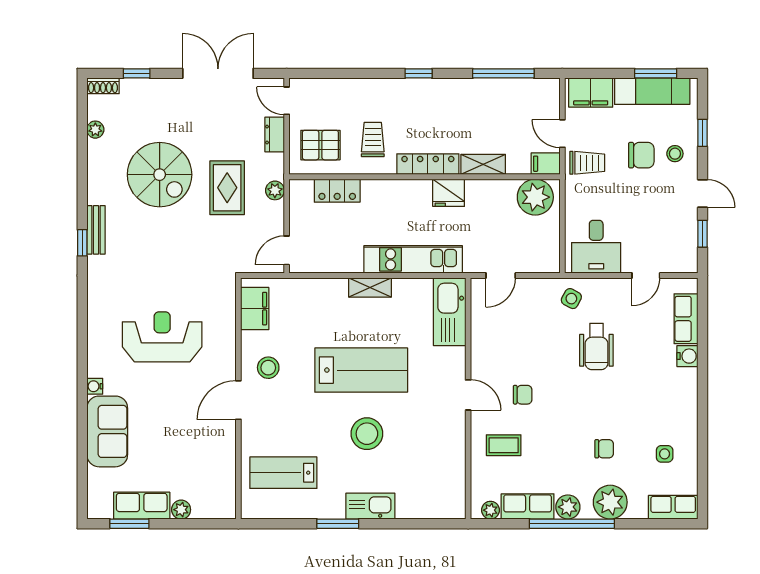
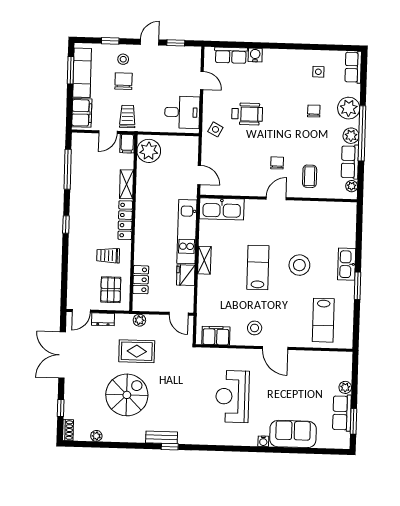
fridge: (449, 193) -> (186, 275), moved, turned 180
lab bench: (361, 370) -> (258, 268), width x0.73, depth x0.72

